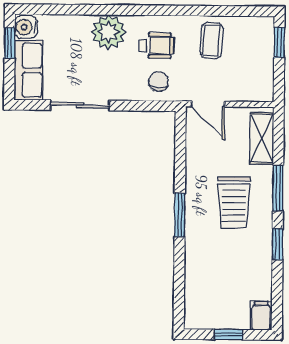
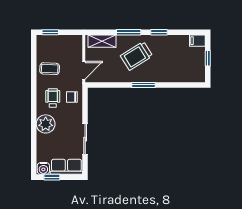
trolley: (234, 202) -> (137, 56), turned 148

